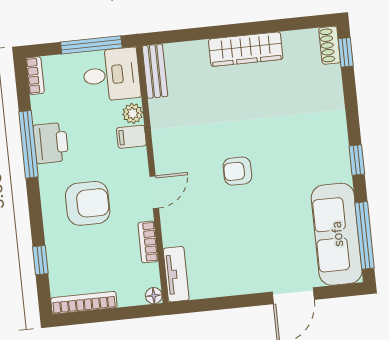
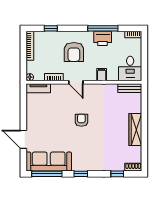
window: (91, 45) -> (144, 61), removed
window: (346, 52) -> (117, 174), moved
plant: (133, 113) -> (112, 76), removed

